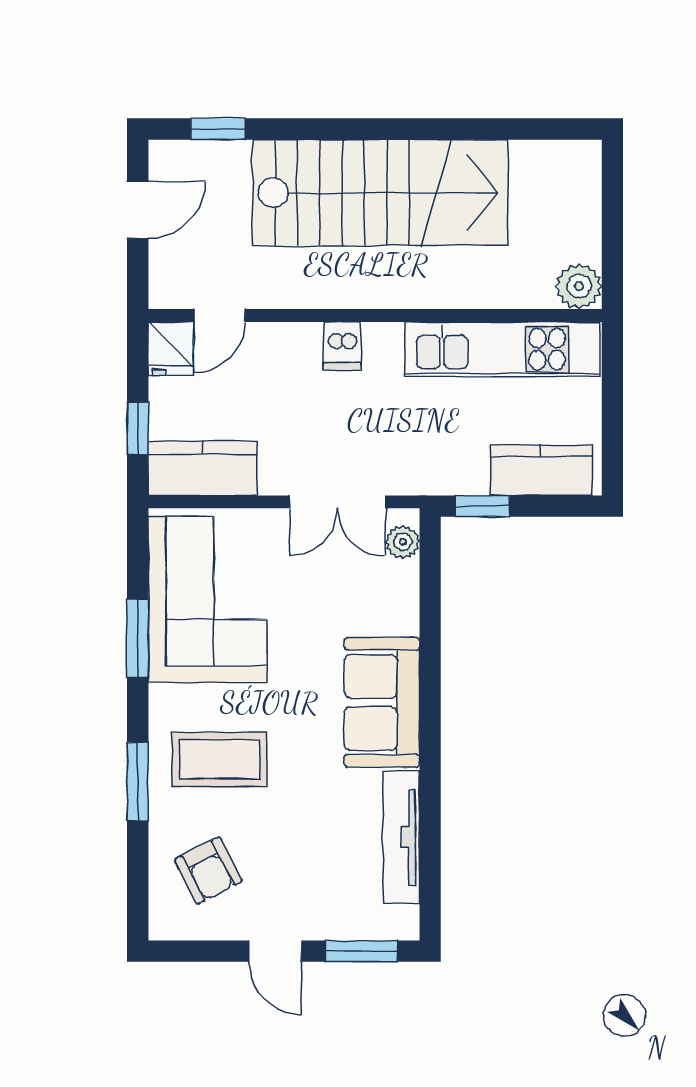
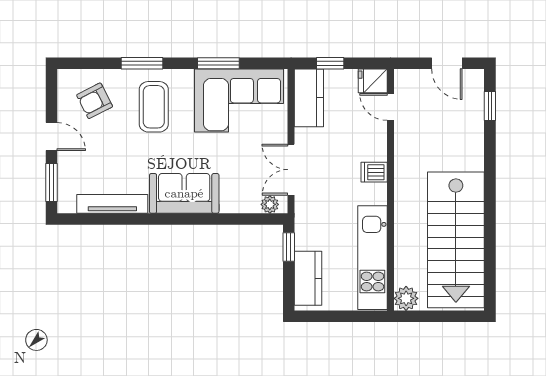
stairs: (380, 193) -> (456, 240), moved
door: (275, 951) -> (52, 137), swing flipped

